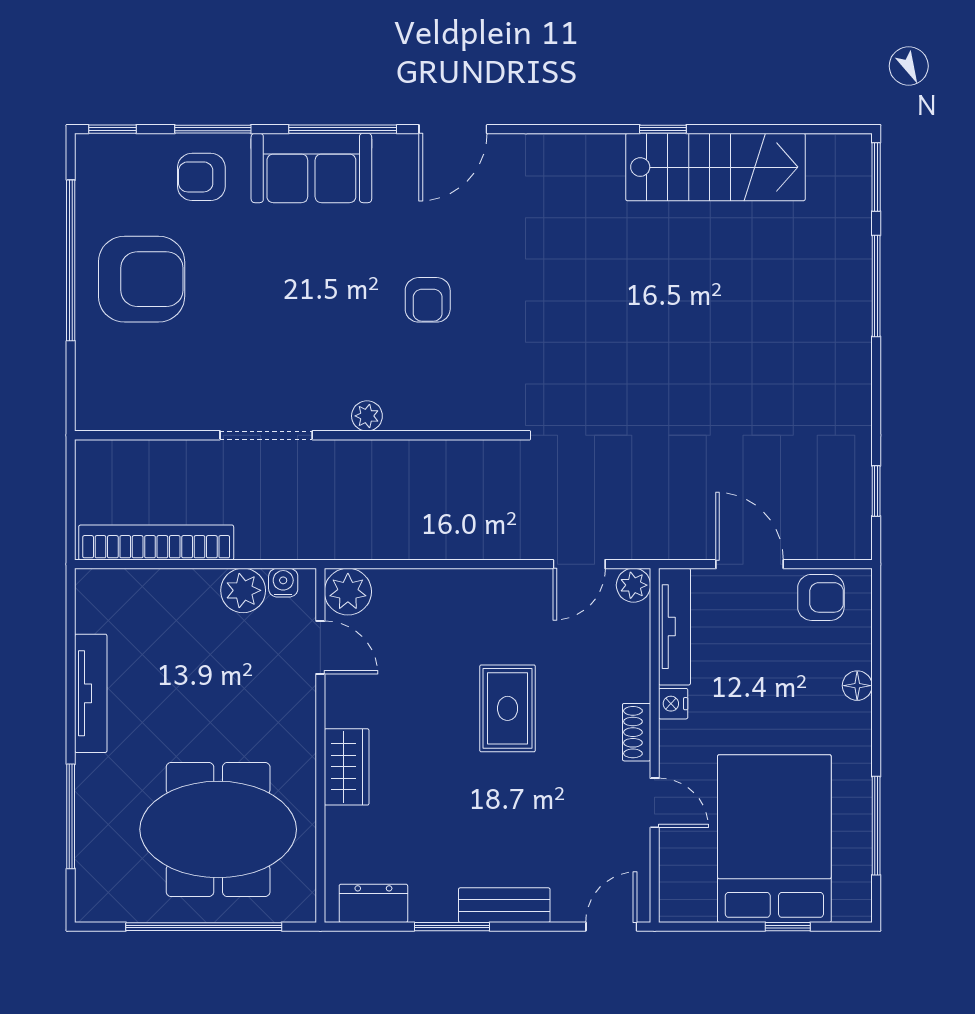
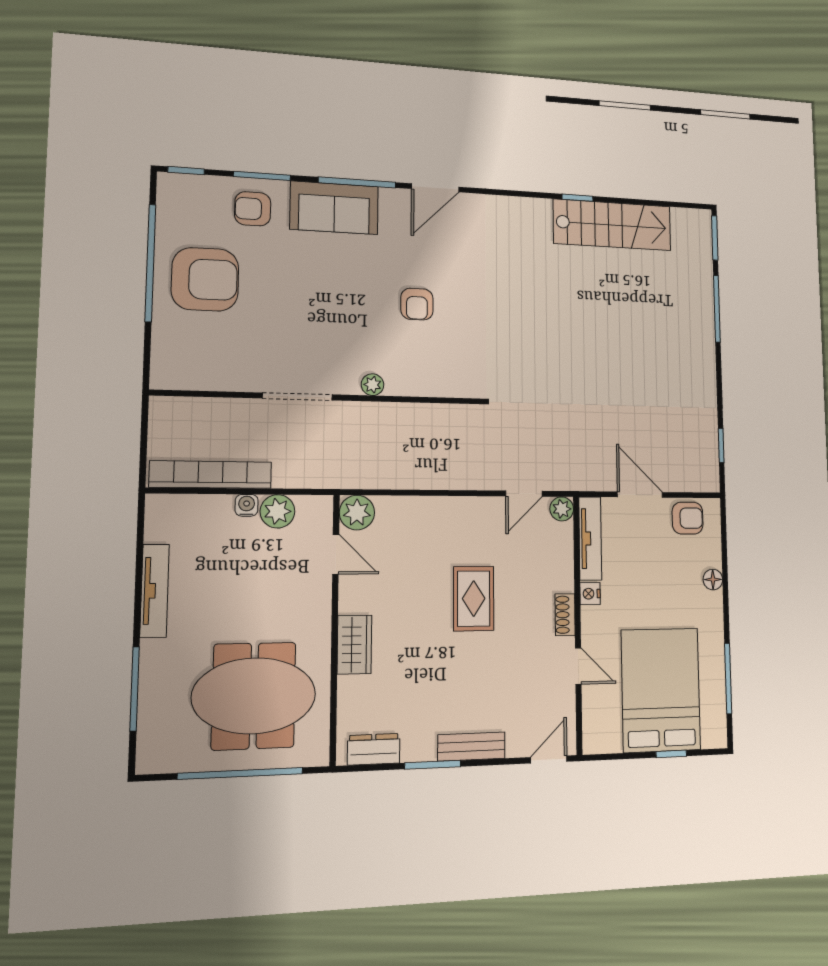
water cooler: (283, 583) -> (247, 505), moved

